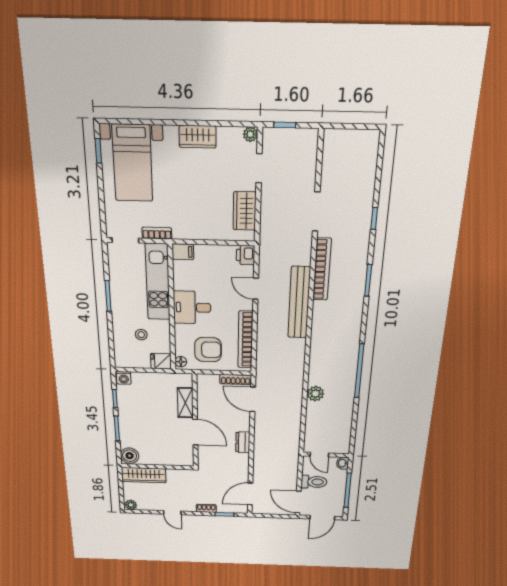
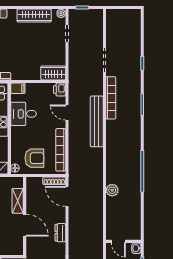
wardrobe: (198, 137) -> (34, 15), width x1.50
wardrobe: (245, 211) -> (53, 73), moved, turned 90
desk: (192, 307) -> (24, 114), moved

